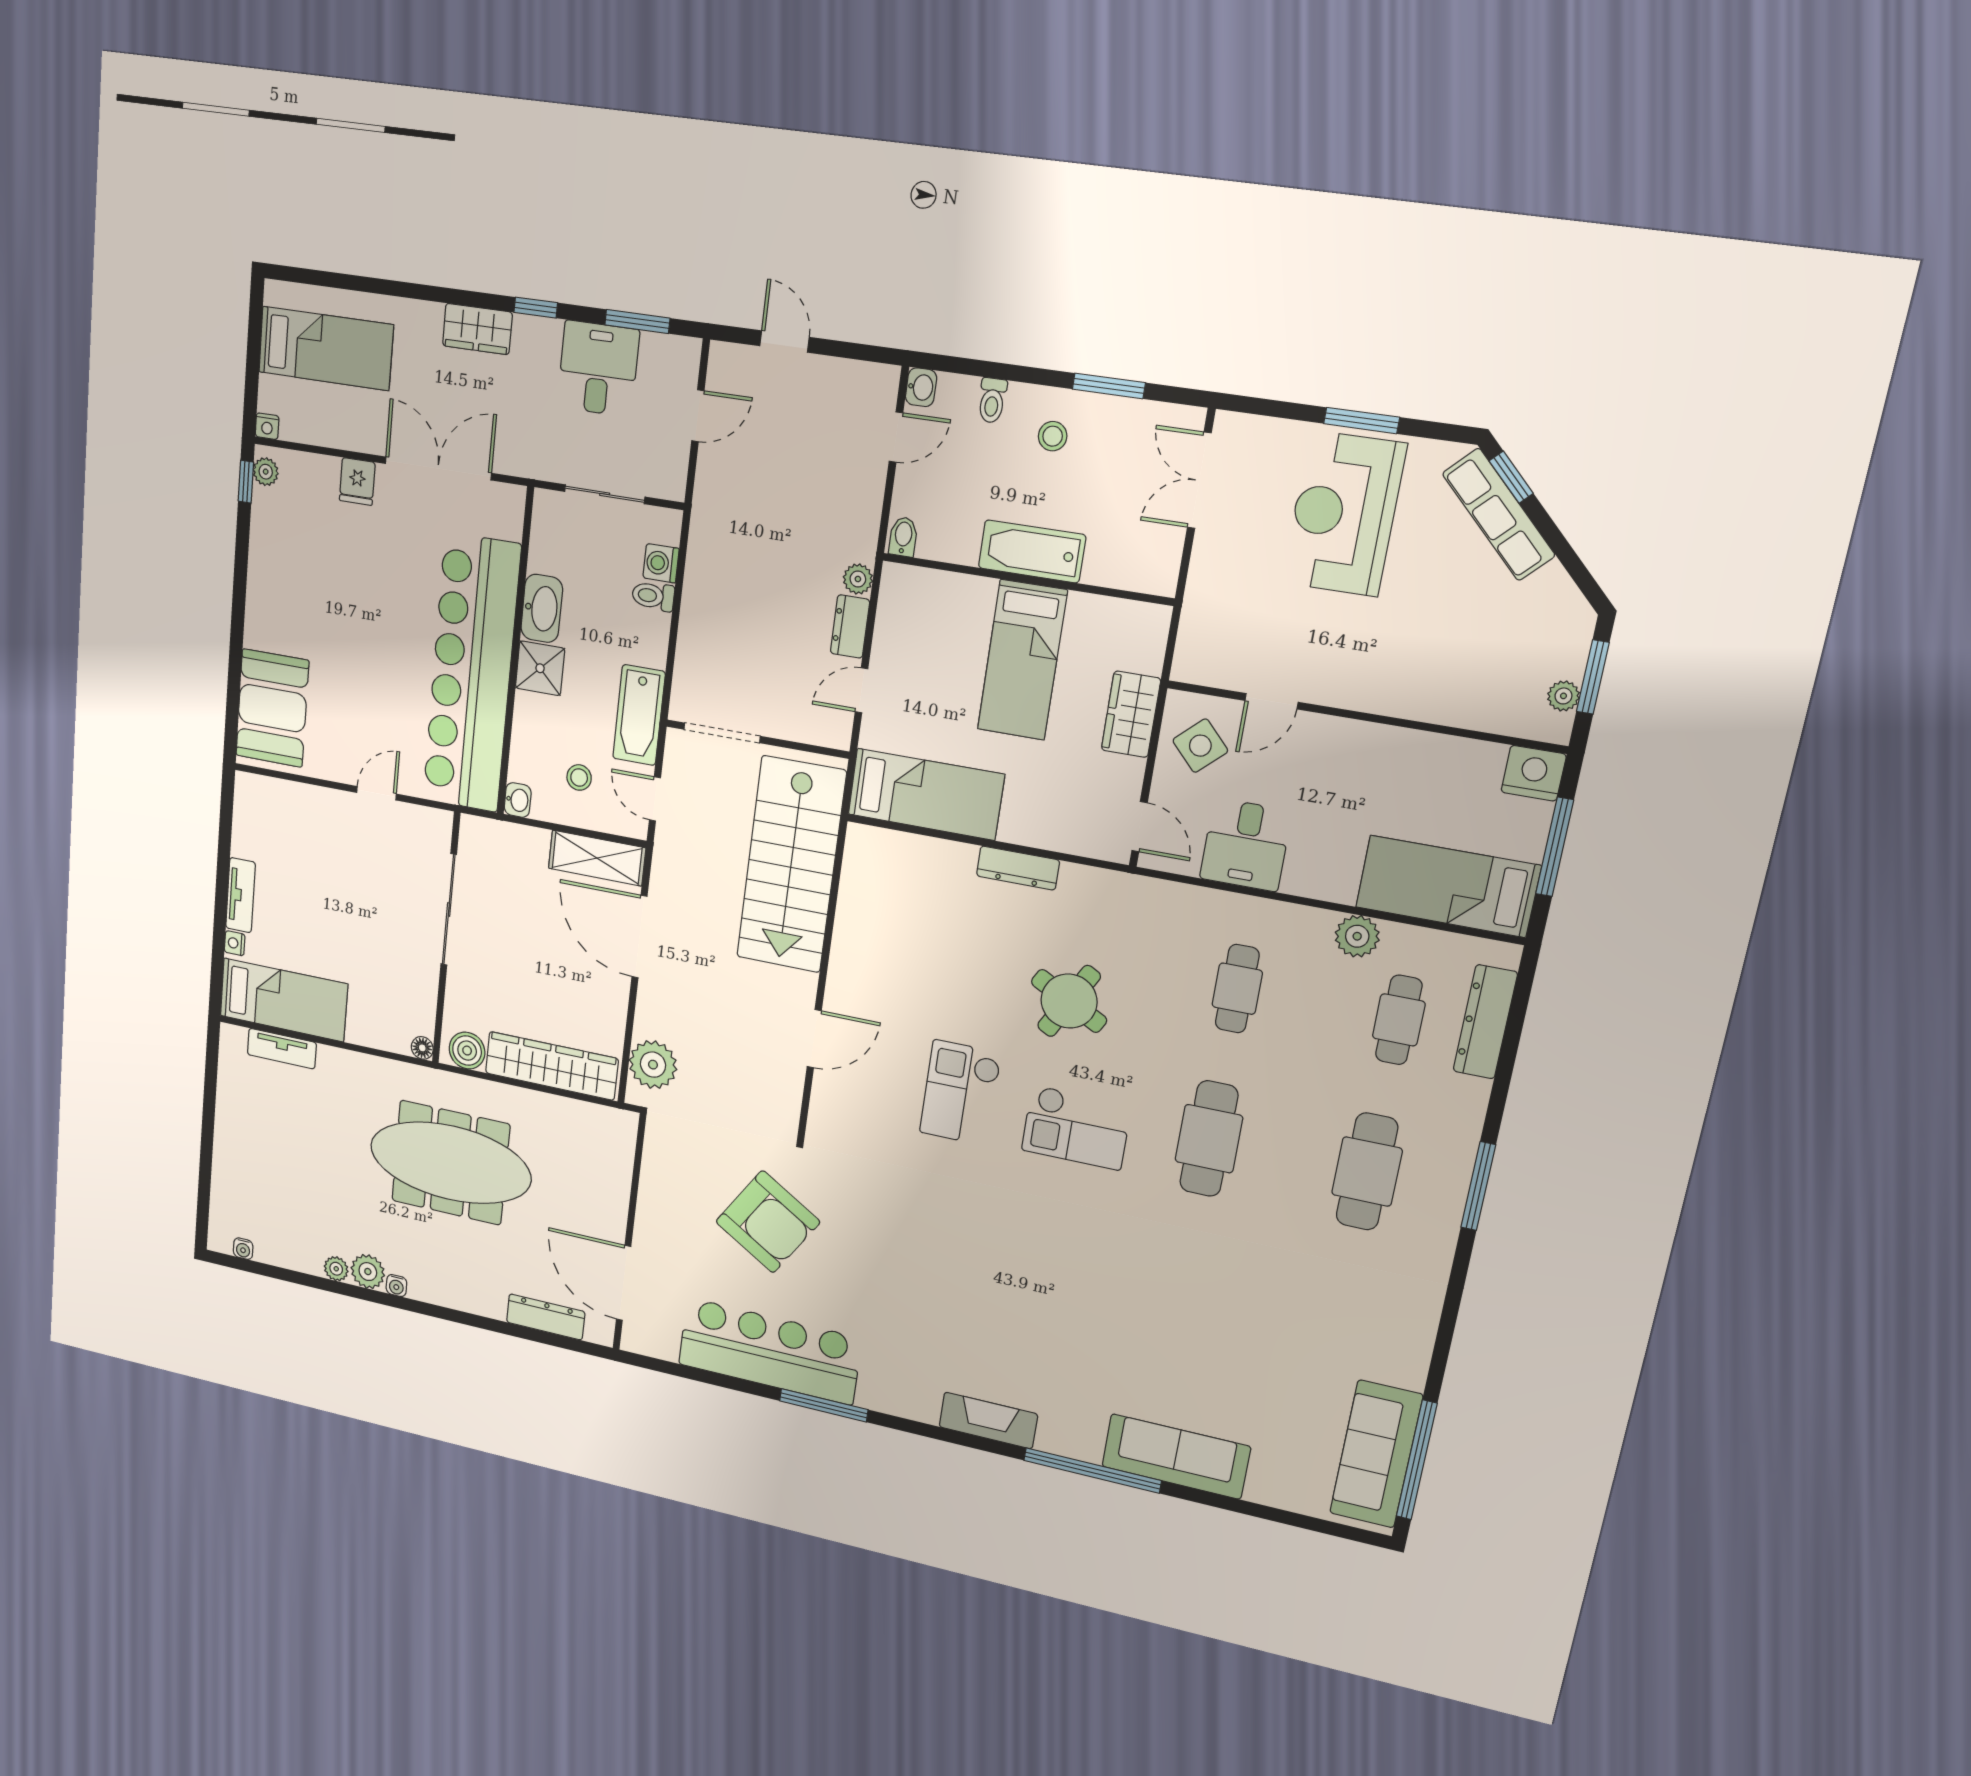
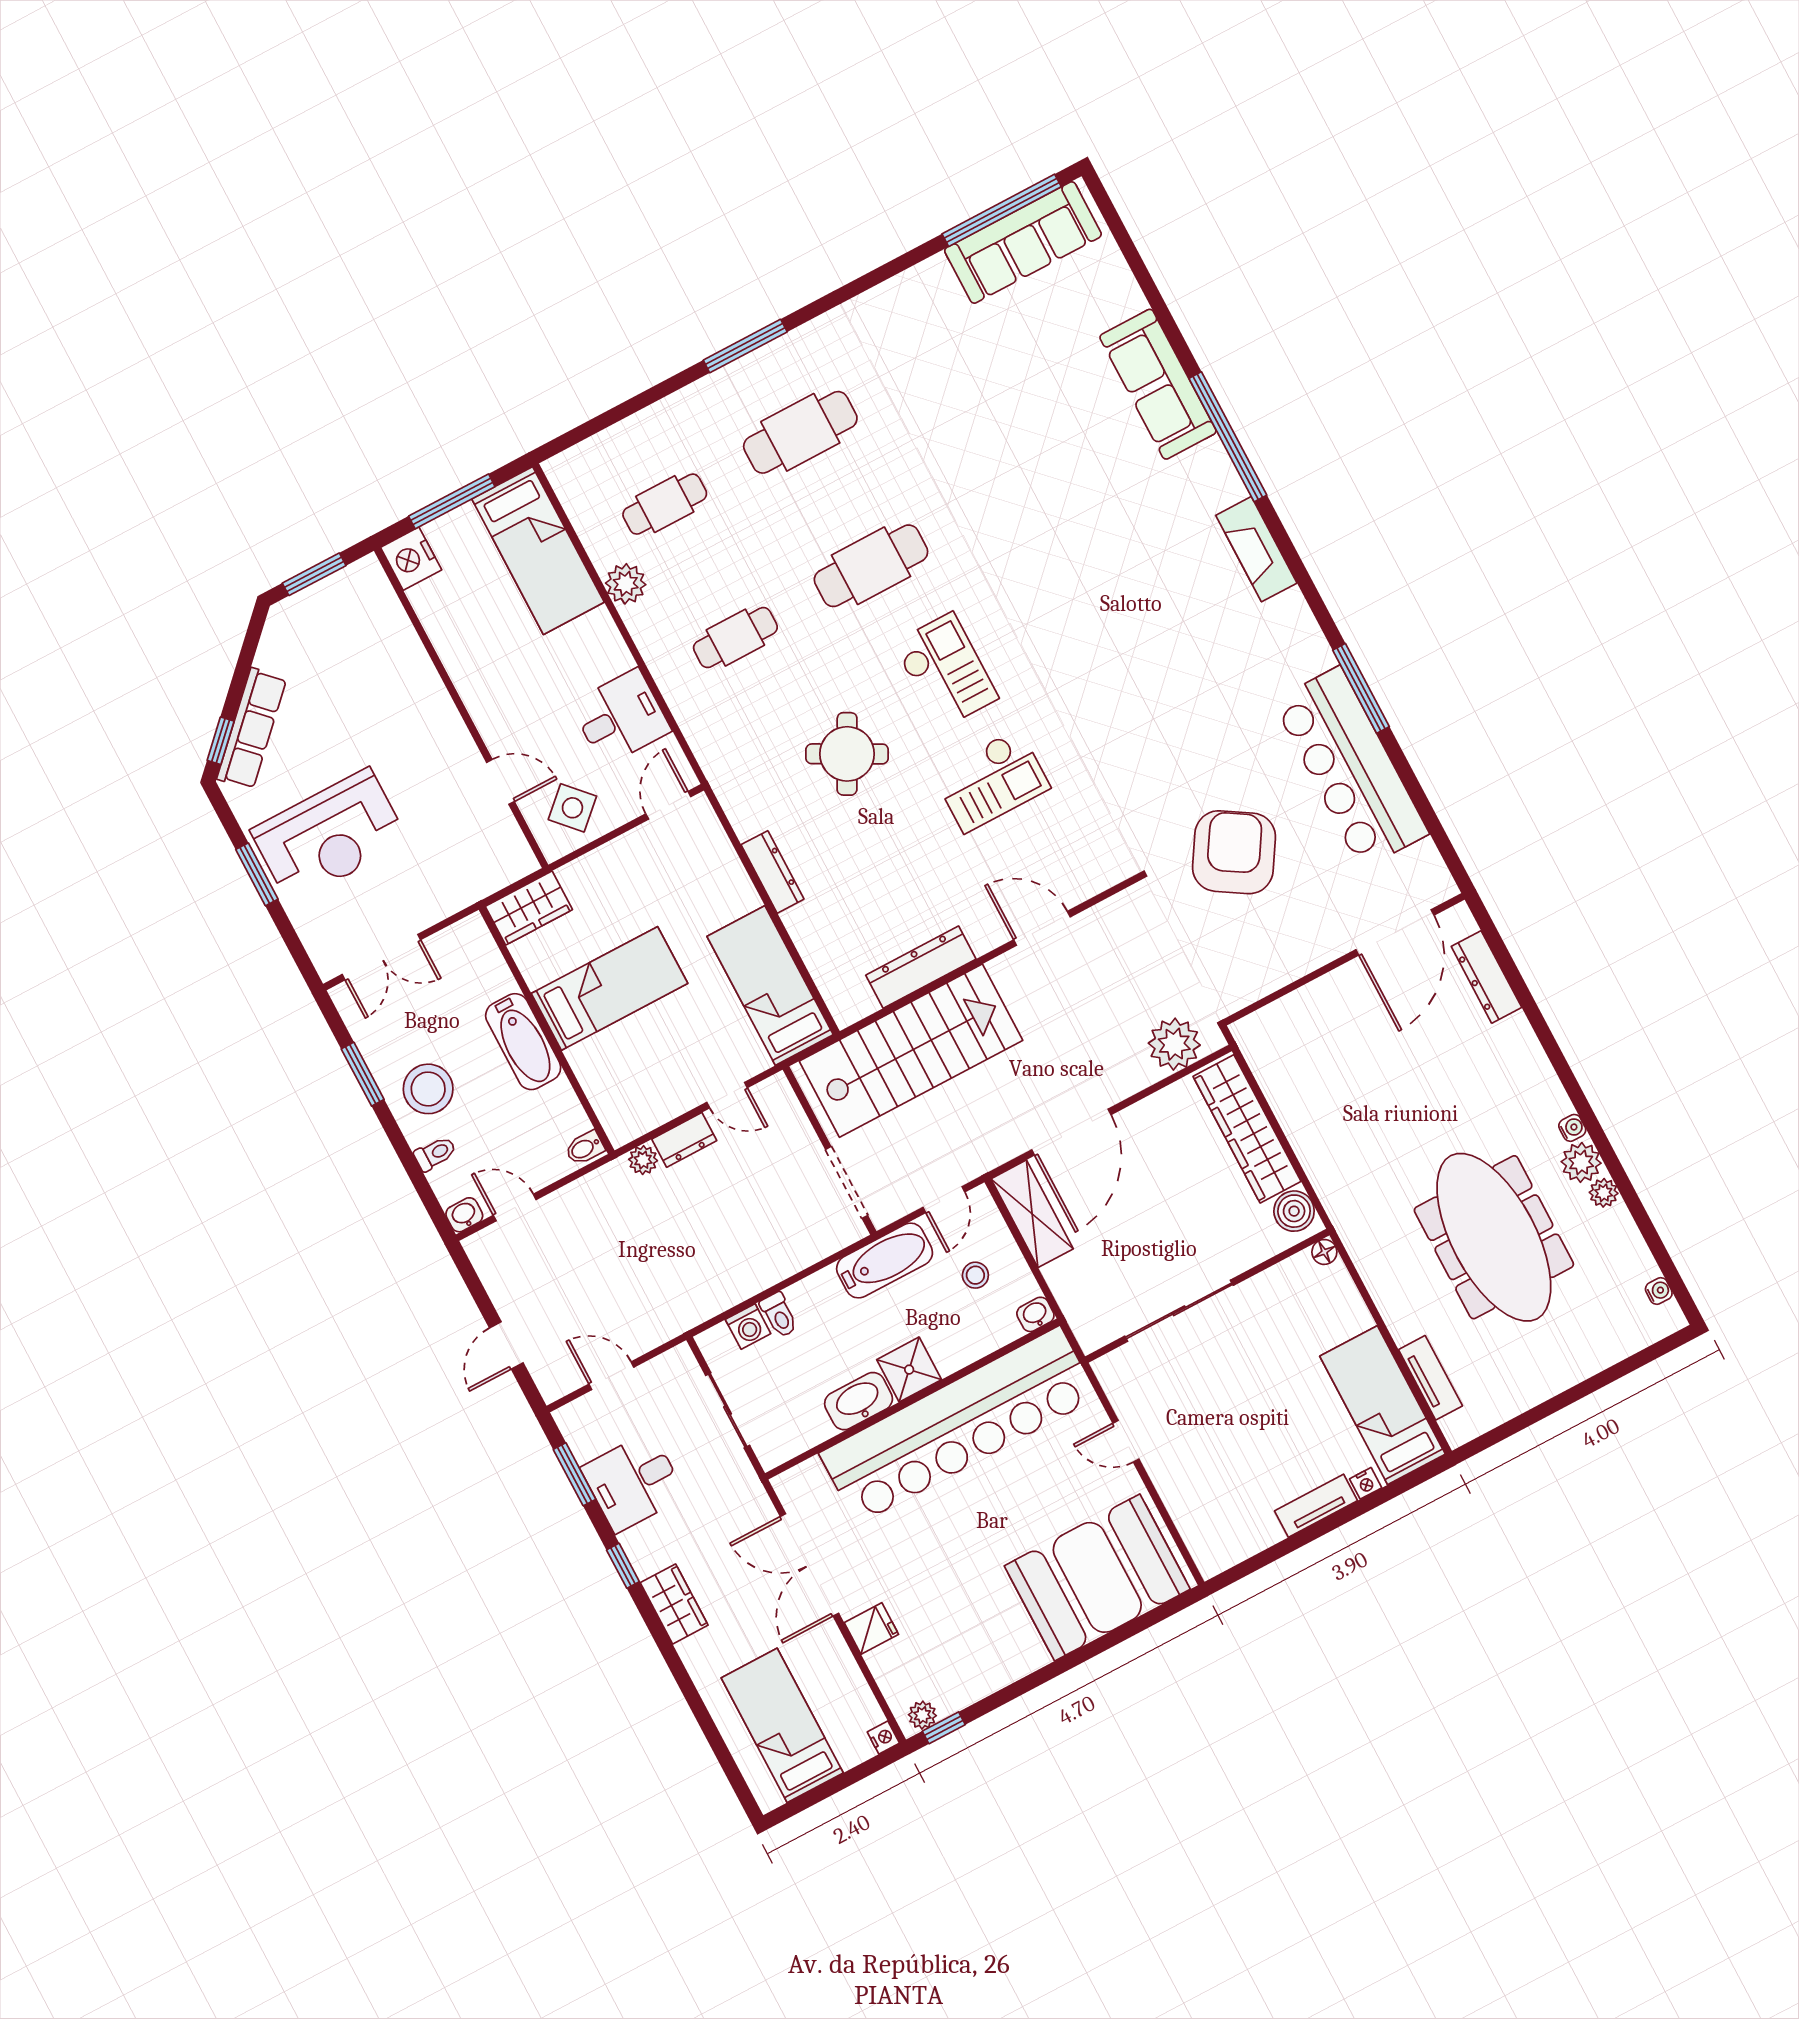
stool: (1053, 436) -> (428, 1089), width x1.89, depth x1.89
plant: (1563, 696) -> (342, 583), removed
booth: (272, 708) -> (1097, 1577), width x1.36, depth x1.42
wardrobe: (1131, 714) -> (529, 908), moved
dresser: (1485, 1022) -> (921, 967), moved, turned 180
meeting table: (451, 1163) -> (1494, 1237), moved

